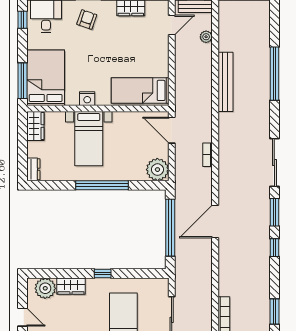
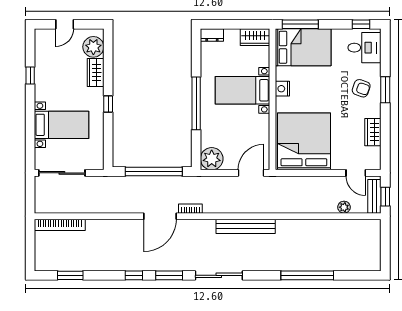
bench: (225, 82) -> (246, 226), moved
bed: (140, 90) -> (304, 141), width x2.04
bookcase: (207, 155) -> (190, 209), moved
door: (215, 221) -> (160, 216), swing flipped

